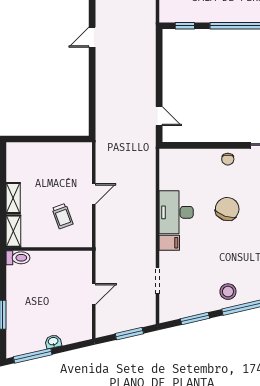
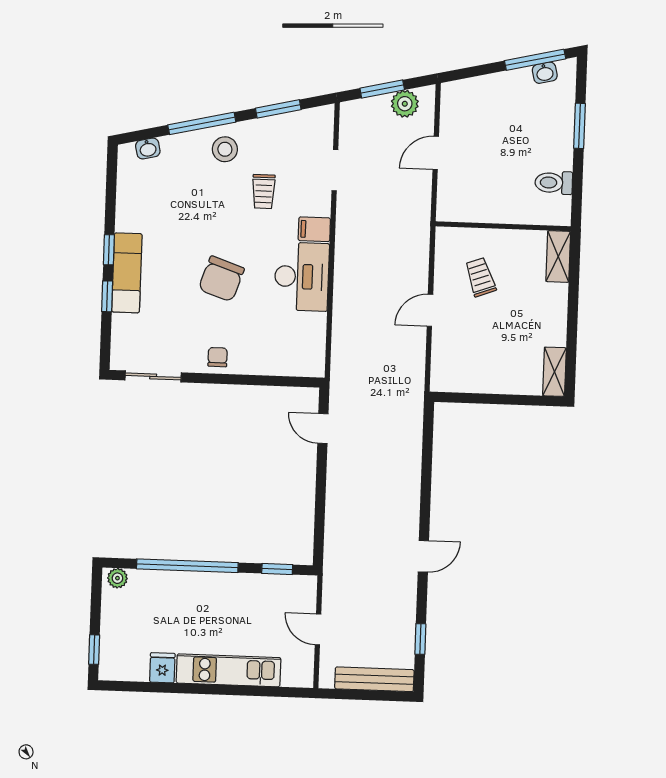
shelving: (13, 198) -> (554, 372), moved
toilet: (18, 258) -> (554, 183), moved
trolley: (202, 266) -> (264, 192), added
plant: (115, 325) -> (405, 104), added
washbasin: (53, 342) -> (545, 73), moved

